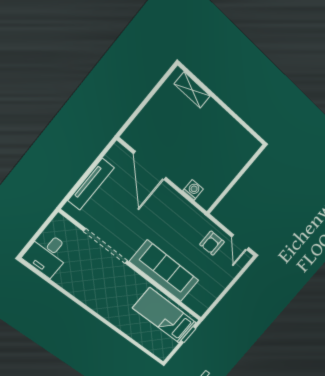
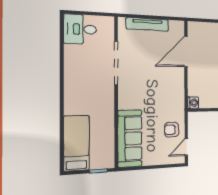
washing machine: (193, 190) -> (193, 103), moved
sofa: (164, 271) -> (130, 138), moved
bed: (165, 315) -> (76, 143), moved

